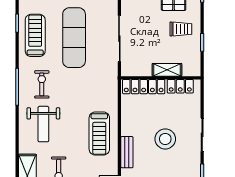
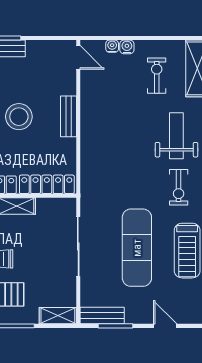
treadmill: (99, 133) -> (104, 124), removed
bench: (127, 152) -> (68, 116), moved

